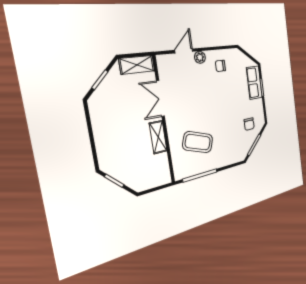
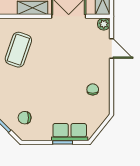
plant: (200, 57) -> (104, 24), moved

